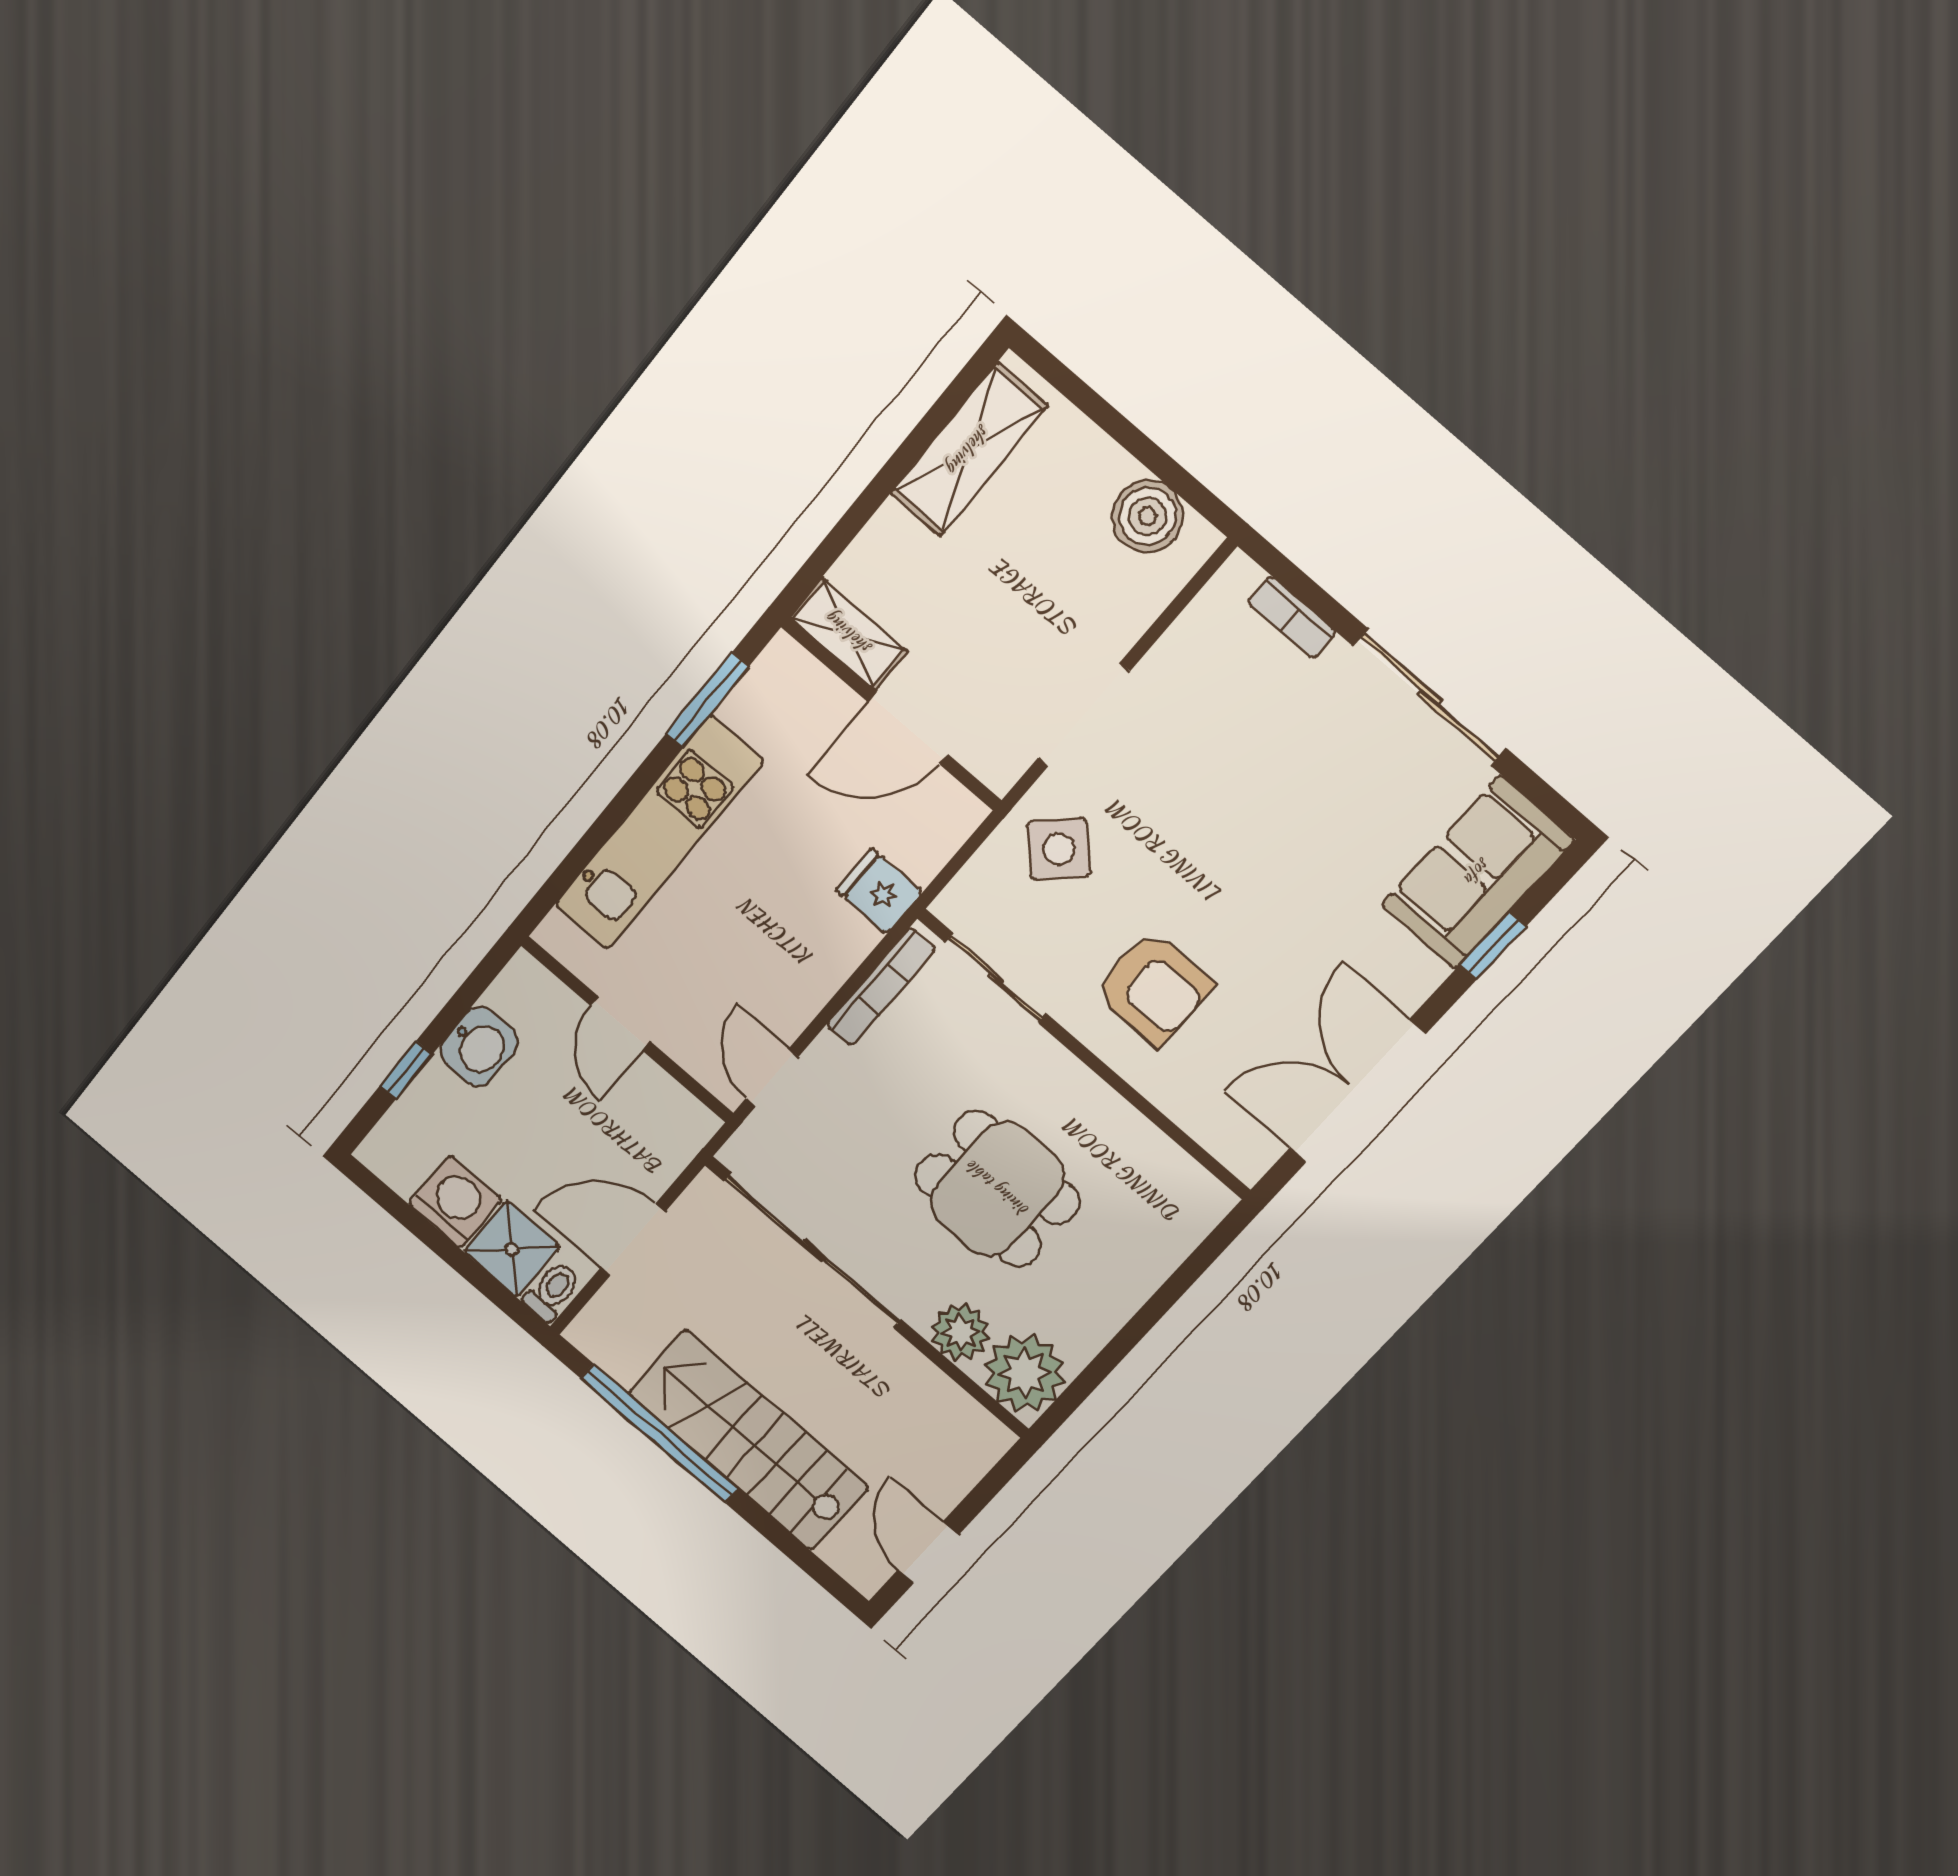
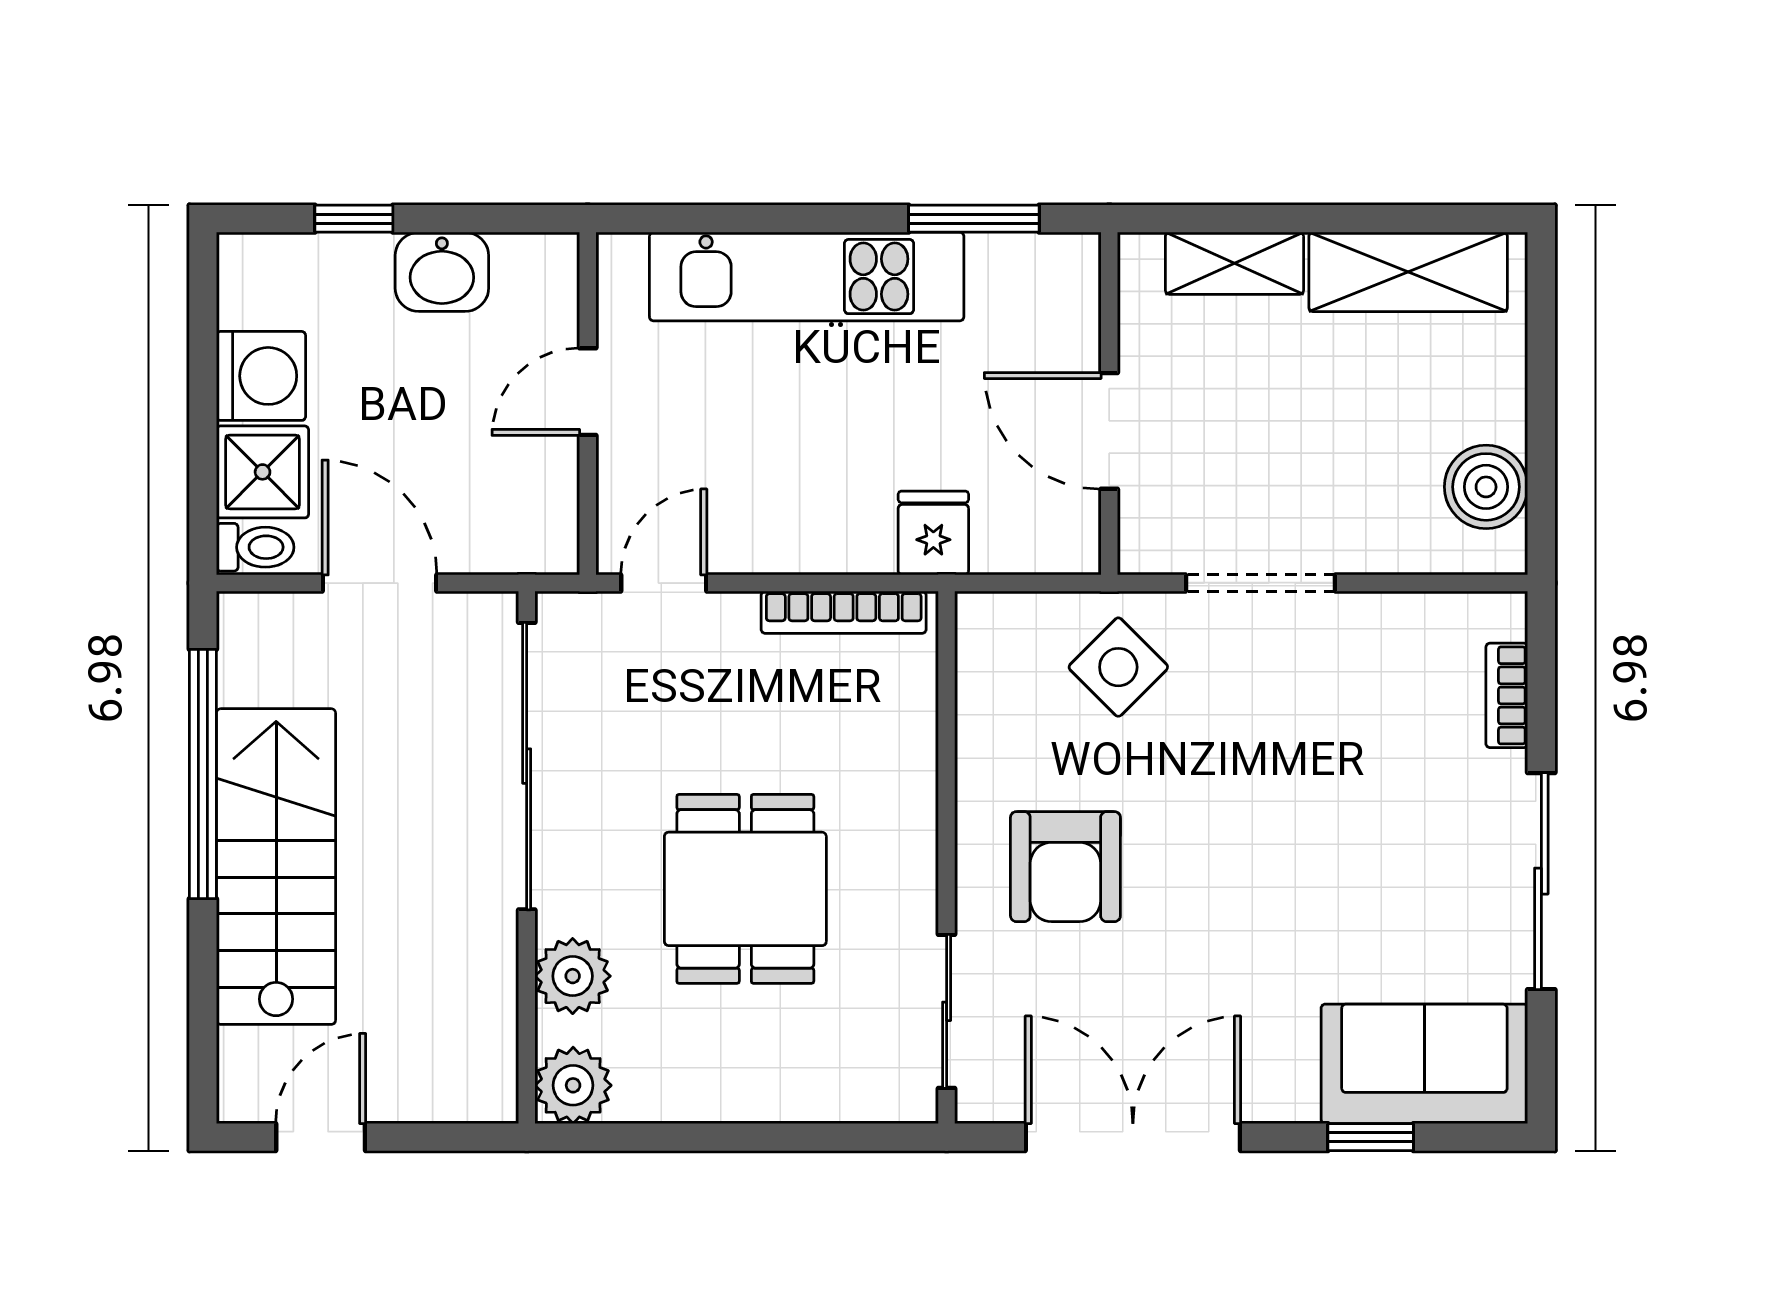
shelving: (848, 634) -> (1234, 263), moved, turned 90
sliding door: (996, 978) -> (947, 1011), moved
plant: (1025, 1373) -> (573, 1085), width x0.73, depth x0.73

